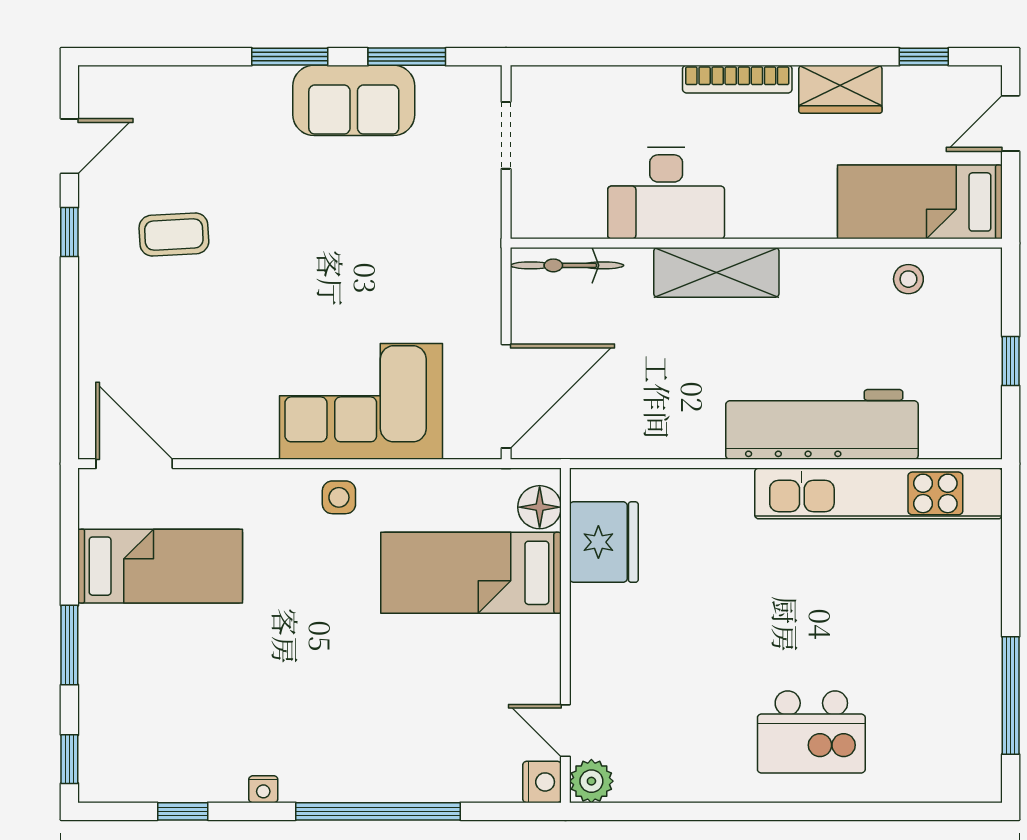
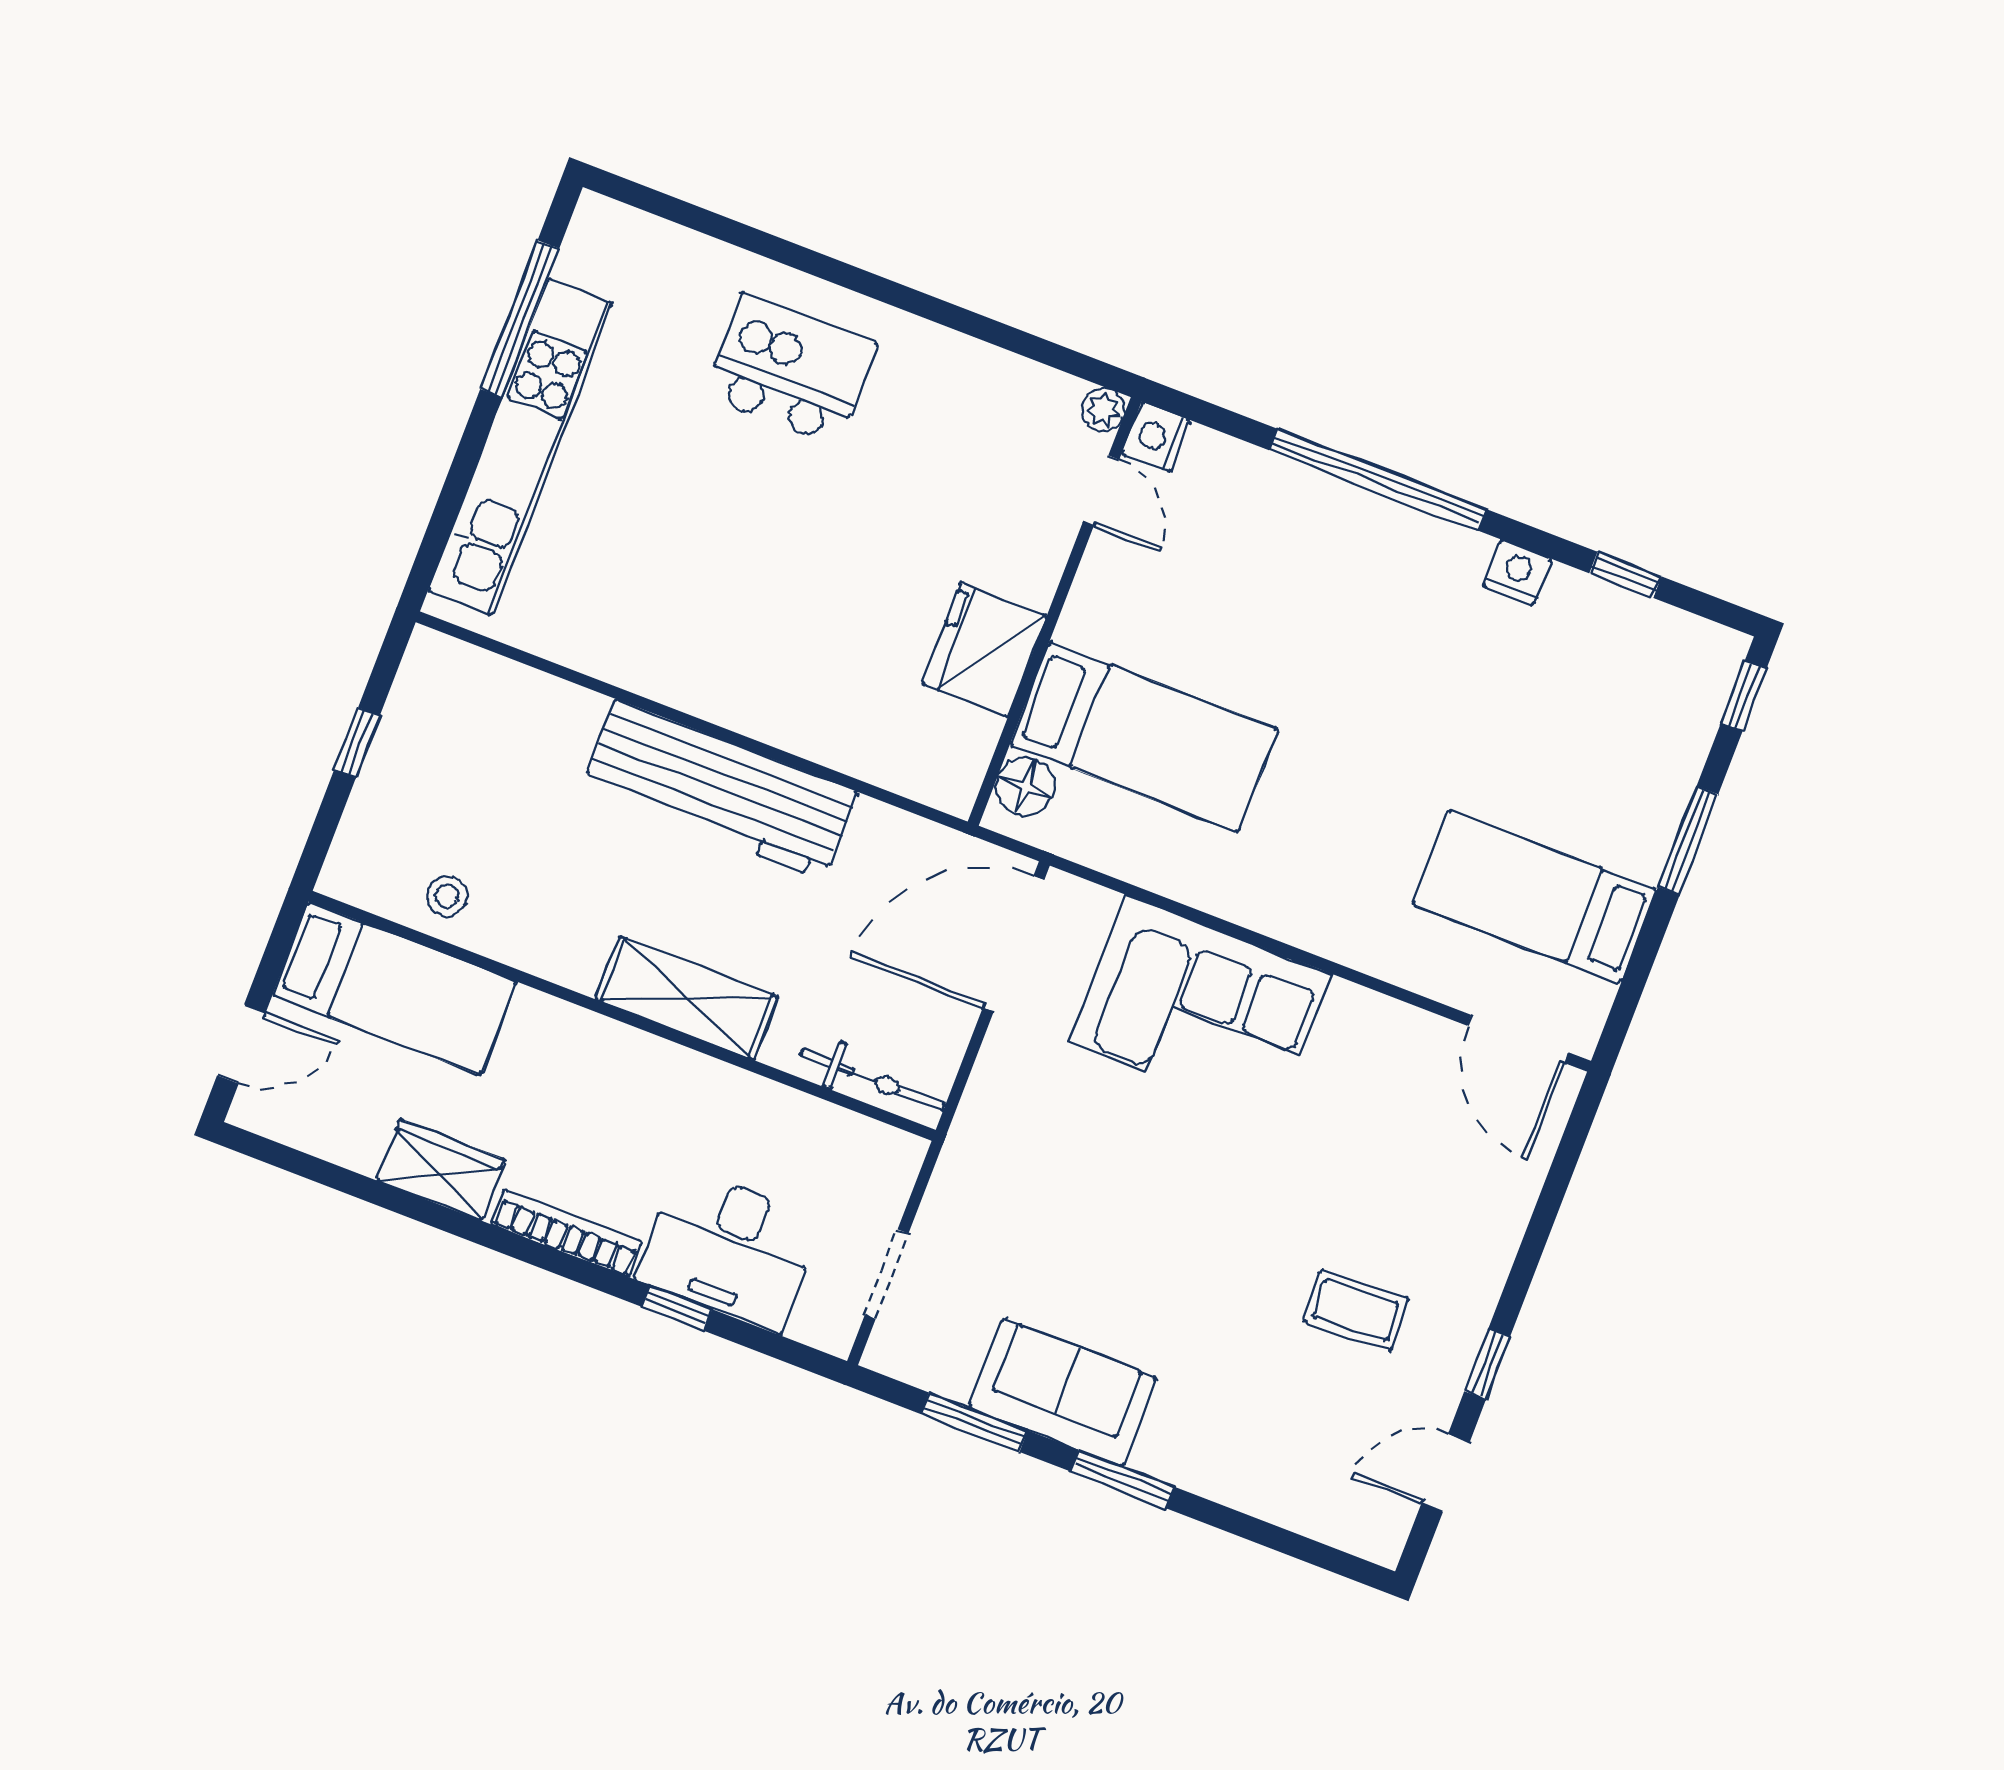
window: (924, 57) -> (677, 1308), moved
desk: (666, 193) -> (729, 1249), moved, turned 180
workbench: (822, 424) -> (720, 790), moved
kitchen unit: (879, 493) -> (520, 447), moved, turned 90
side table: (339, 497) -> (1275, 897), removed
fridge: (604, 542) -> (984, 649), moved
plant: (591, 781) -> (1103, 410), width x0.73, depth x0.73
nightstand: (263, 789) -> (1517, 572), width x1.39, depth x1.35

